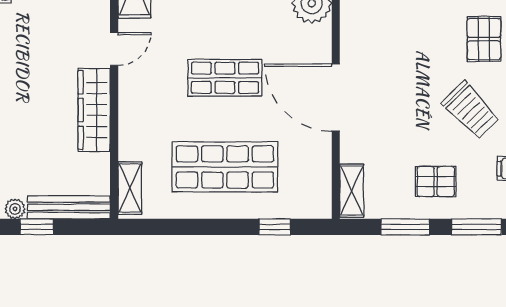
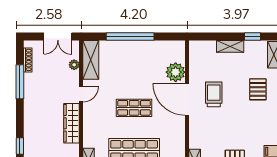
door: (336, 98) -> (187, 99), moved
trolley: (471, 110) -> (214, 94), moved, turned -136

